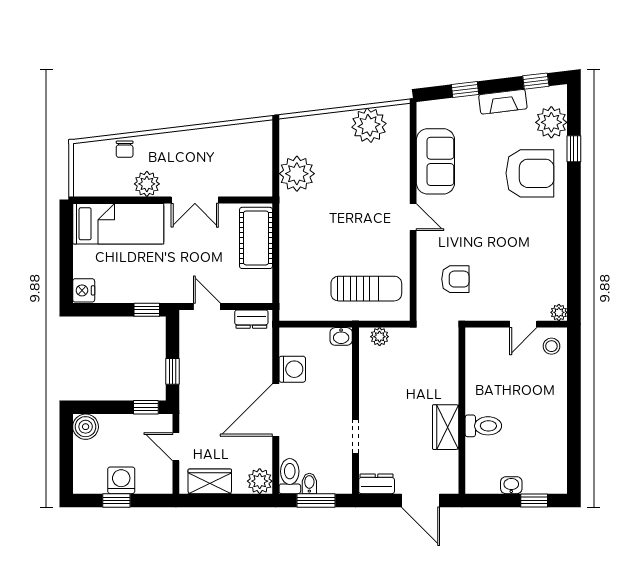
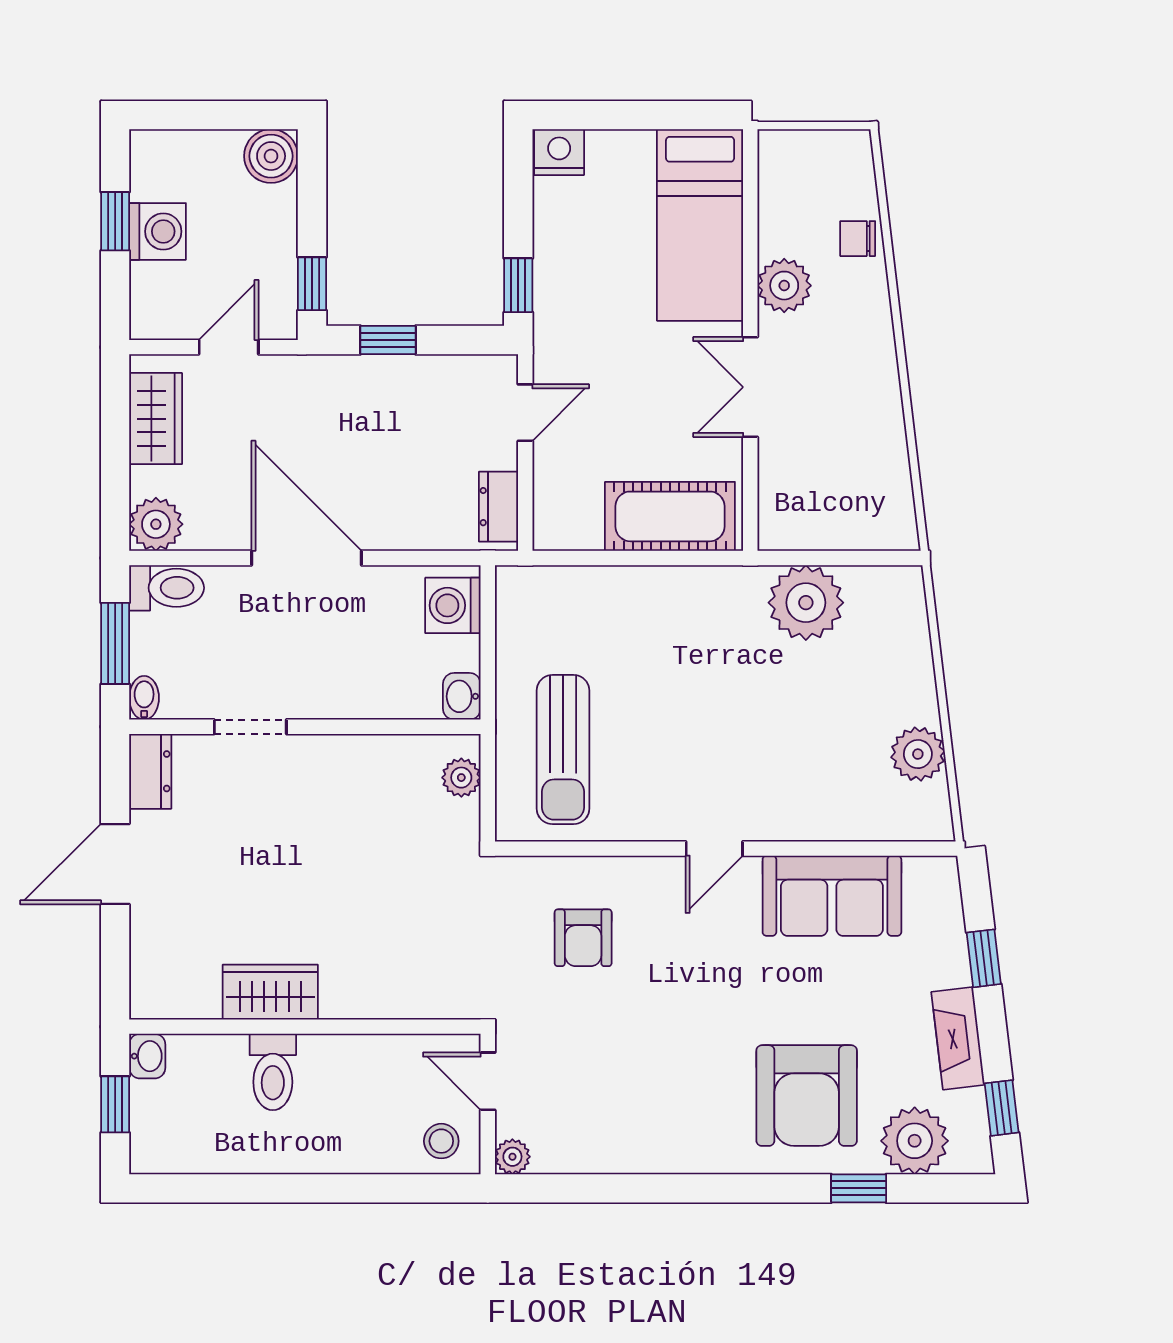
plant: (369, 125) -> (918, 754), width x0.73, depth x0.73
washing machine: (292, 369) -> (453, 605), moved, turned 90
wall: (462, 411) -> (305, 1027), moved
toilet: (483, 426) -> (273, 1072), moved
wardrobe: (446, 427) -> (270, 992), moved
bidet: (309, 483) -> (144, 698), moved, turned -90

